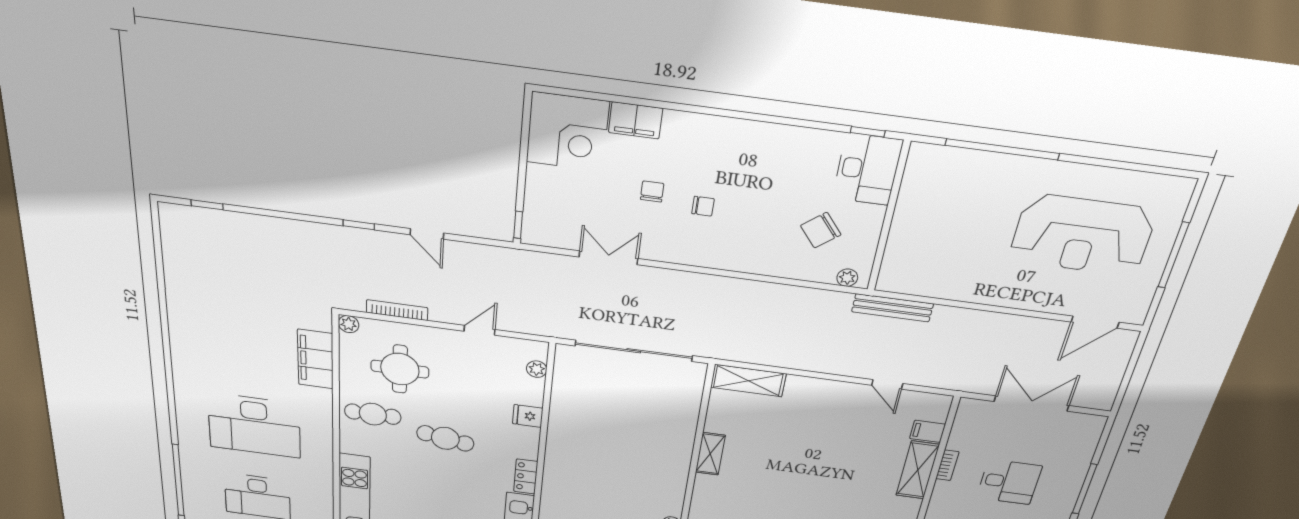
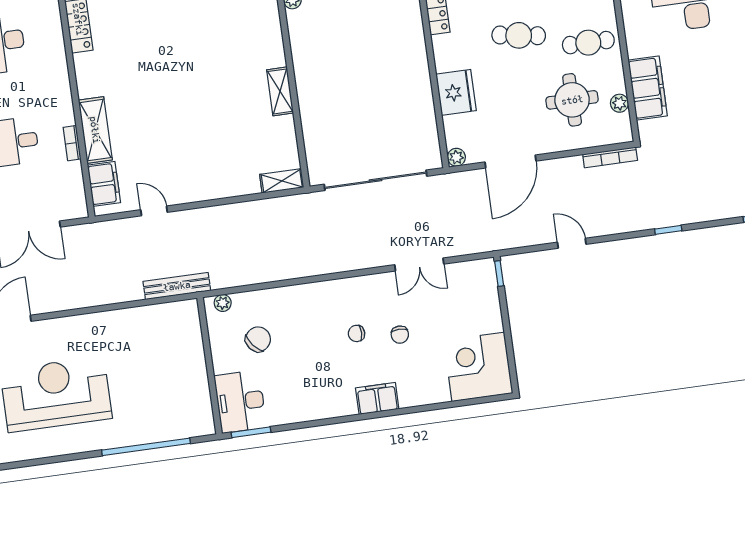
filing cabinet: (635, 120) -> (377, 398), moved
window: (868, 132) -> (251, 432), width x1.50
window: (359, 225) -> (668, 230), moved
bookcase: (397, 310) -> (610, 157), moved
plant: (349, 324) -> (619, 103), moved
door: (479, 330) -> (511, 161), width x1.87
plant: (537, 369) -> (456, 157), moved
shelving: (748, 381) -> (282, 181), width x0.67, depth x0.75
fridge: (528, 416) -> (456, 92), width x1.88, depth x1.34
filing cabinet: (928, 431) -> (104, 184), width x2.00

